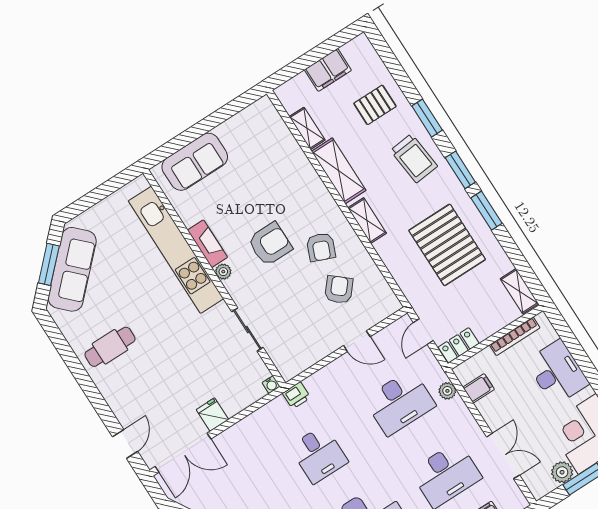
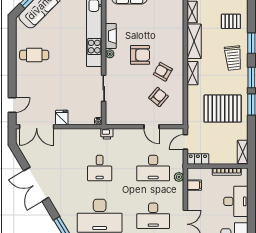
pallet: (447, 245) -> (223, 109), turned 90
armchair: (321, 247) -> (163, 72), turned 97

